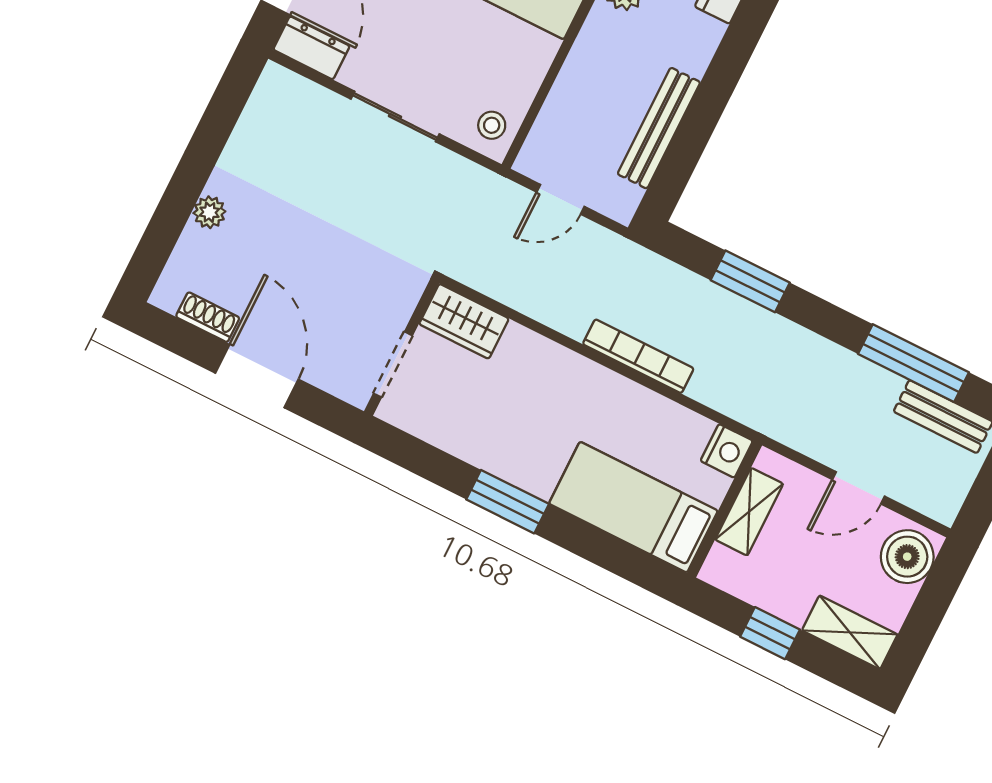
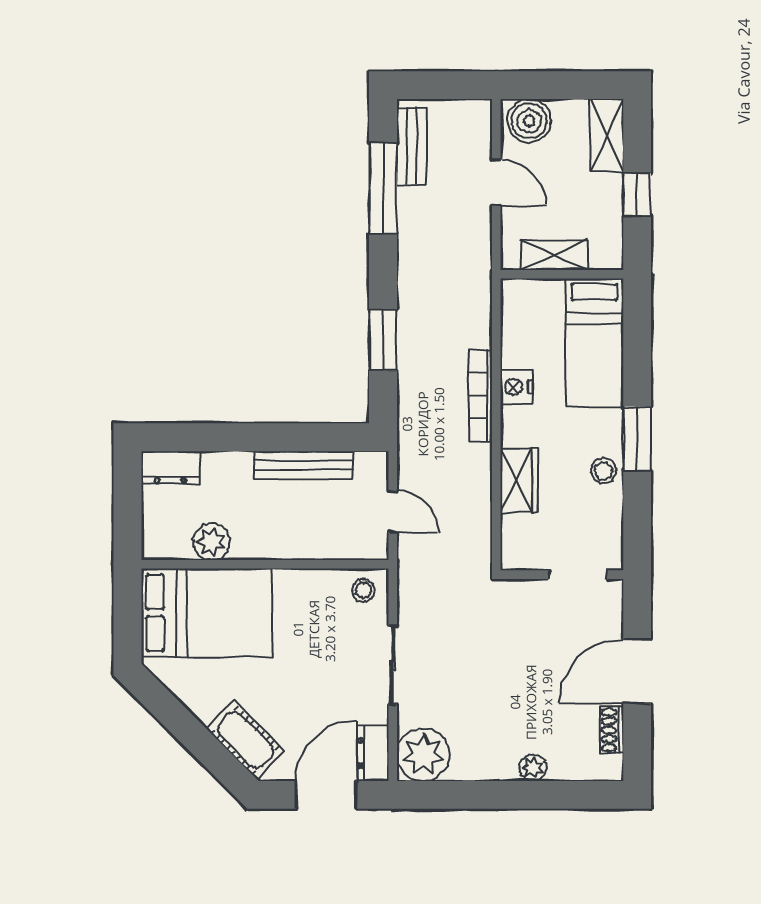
plant: (283, 101) -> (423, 755), added
wardrobe: (464, 321) -> (519, 480), moved
stool: (490, 448) -> (604, 471), added
nightstand: (727, 451) -> (516, 387), moved, turned -90

